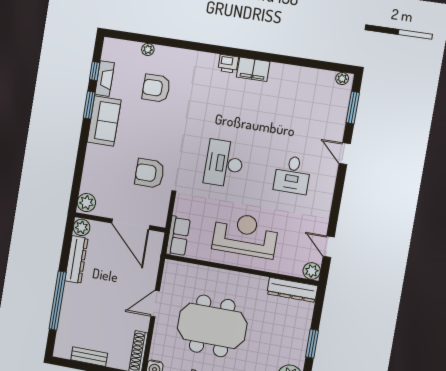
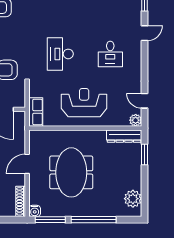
door: (345, 154) -> (145, 33), swing flipped
meeting table: (212, 326) -> (71, 172), turned 90
window: (312, 344) -> (145, 155), moved

